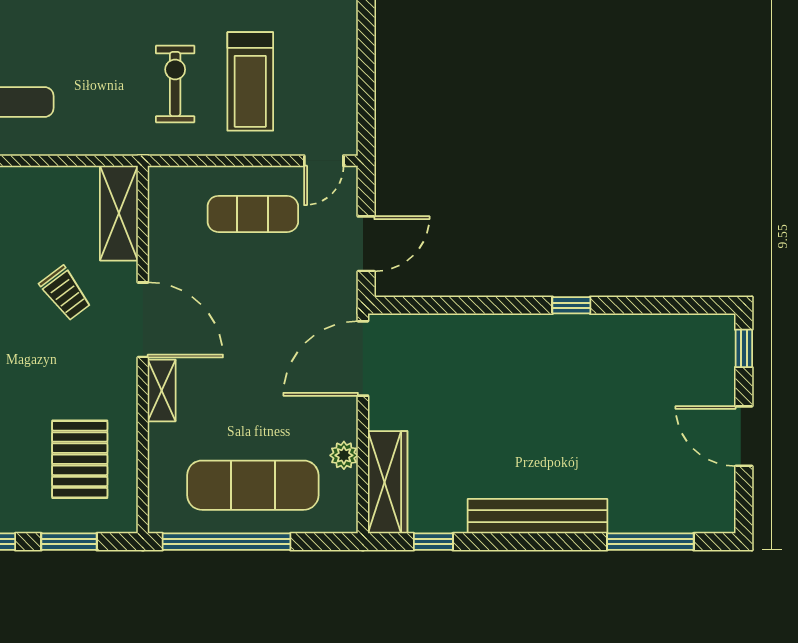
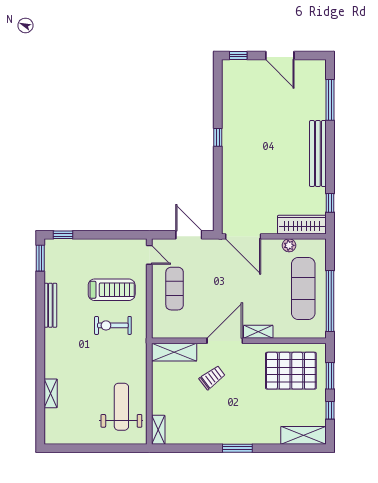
door: (744, 436) -> (280, 56), hinge flipped
pallet: (80, 459) -> (291, 371), width x1.37, depth x1.41

